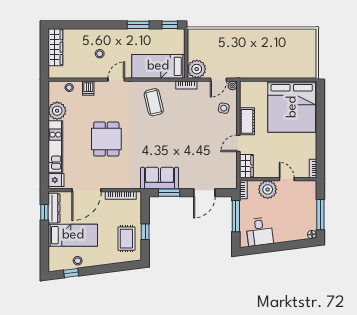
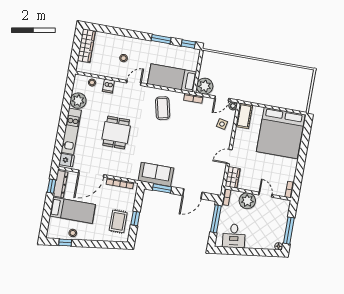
cot: (247, 121) -> (244, 116), moved

